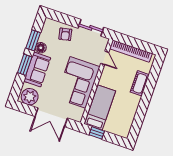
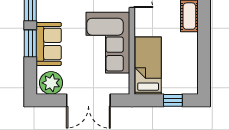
floor lamp: (41, 48) -> (44, 14), removed
window: (97, 133) -> (173, 100), moved

